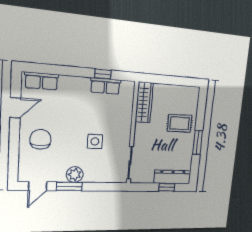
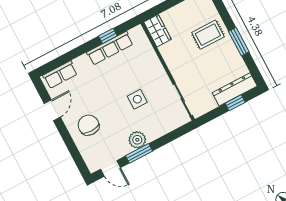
row of seats: (105, 86) -> (110, 48), width x1.48
wardrobe: (144, 102) -> (158, 31), width x0.67
door: (38, 186) -> (111, 168), hinge flipped

